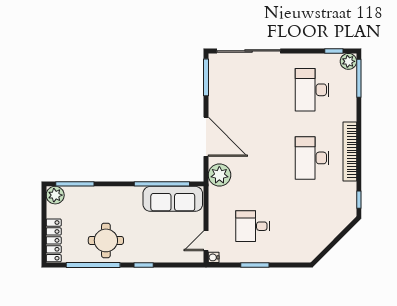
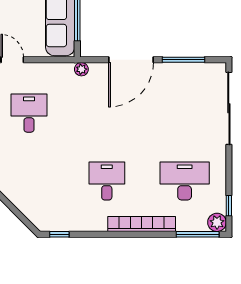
window: (206, 77) -> (183, 60), moved
bookcase: (350, 152) -> (142, 224), moved
desk: (312, 158) -> (107, 181), width x0.73
plant: (219, 175) -> (81, 69), width x0.53, depth x0.53

